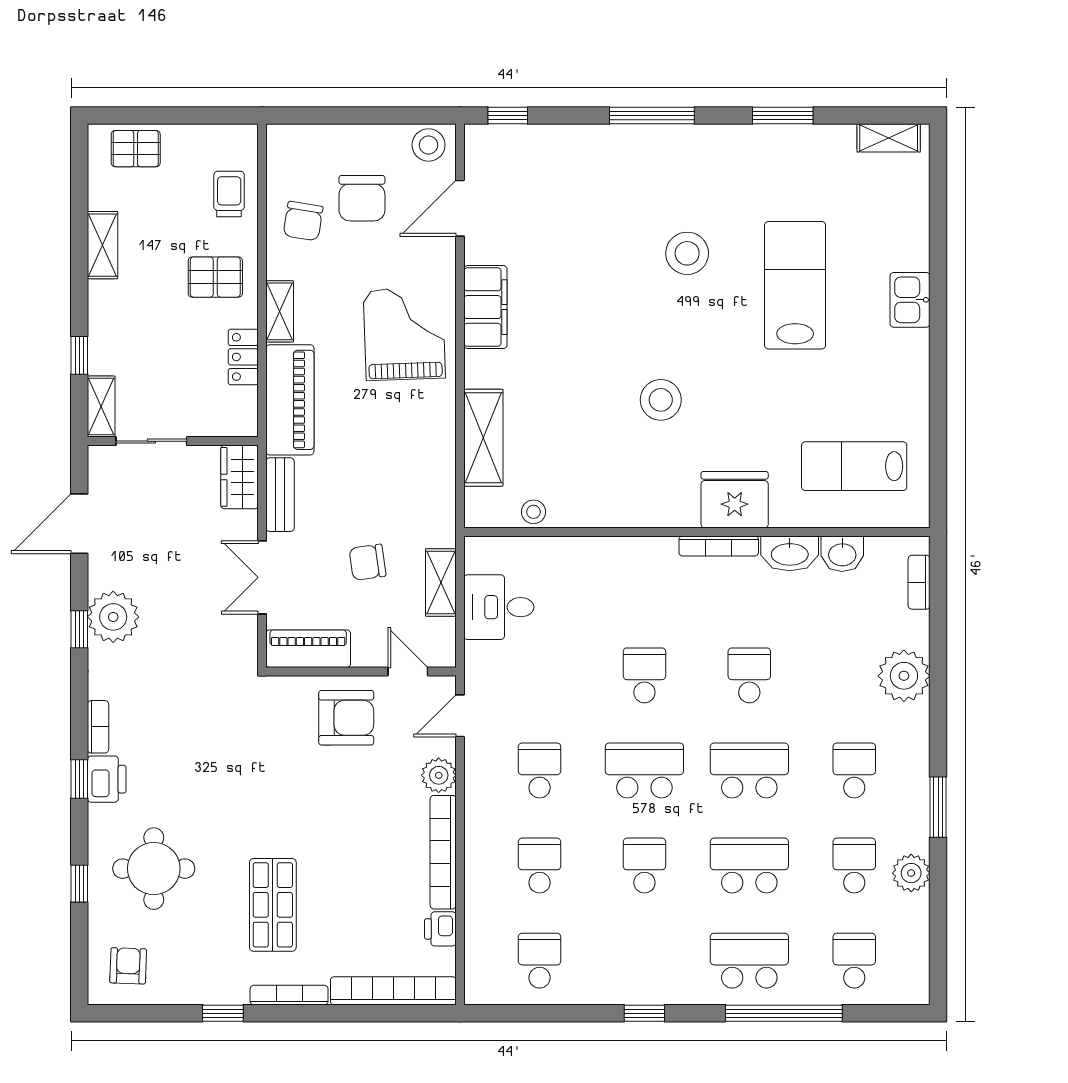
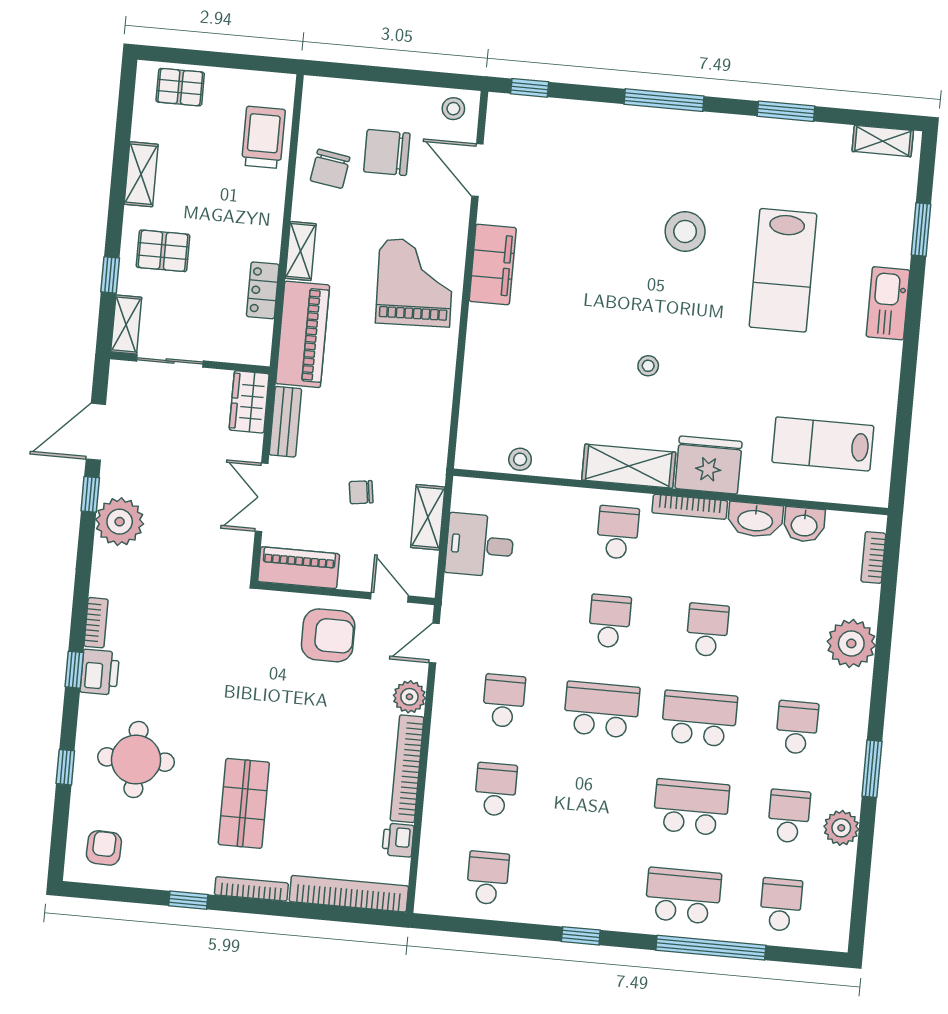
stool: (429, 145) -> (453, 109), width x0.73, depth x0.73
trolley: (229, 194) -> (263, 137), width x1.36, depth x1.39
chair: (362, 198) -> (387, 153), turned 90
door: (460, 208) -> (477, 170), hinge flipped
window: (938, 228) -> (921, 229), added
pallet: (215, 277) -> (163, 251), moved
lab bench: (795, 285) -> (783, 270), turned 180
kitchen sink: (910, 300) -> (888, 303), width x1.38
stool: (661, 400) -> (648, 366), width x0.53, depth x0.53
shelving: (483, 438) -> (629, 466), moved, turned 90
chair: (368, 562) -> (361, 492), width x0.73, depth x0.73
window: (79, 629) -> (90, 494), moved
school desk: (644, 866) -> (618, 532), moved

